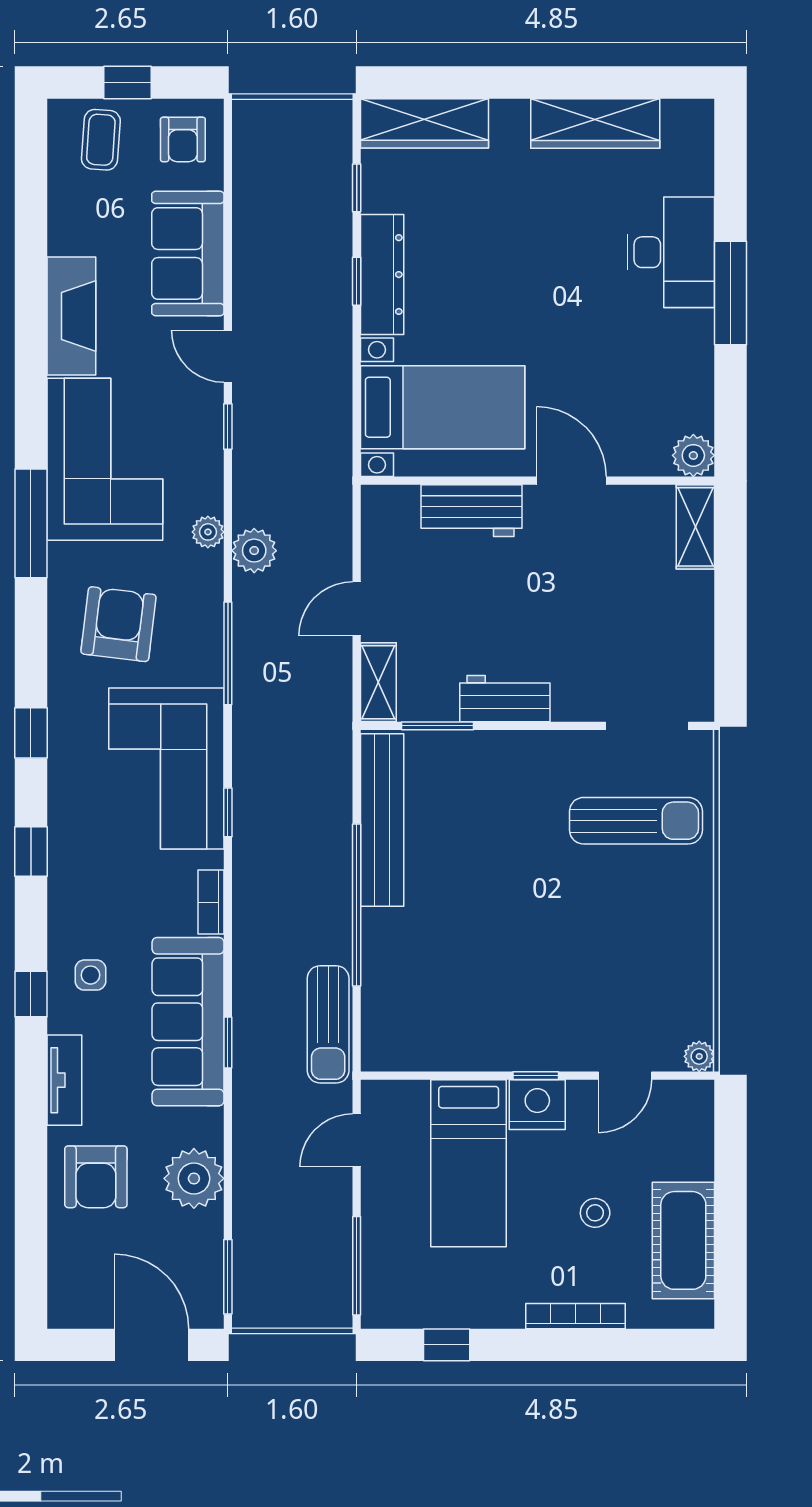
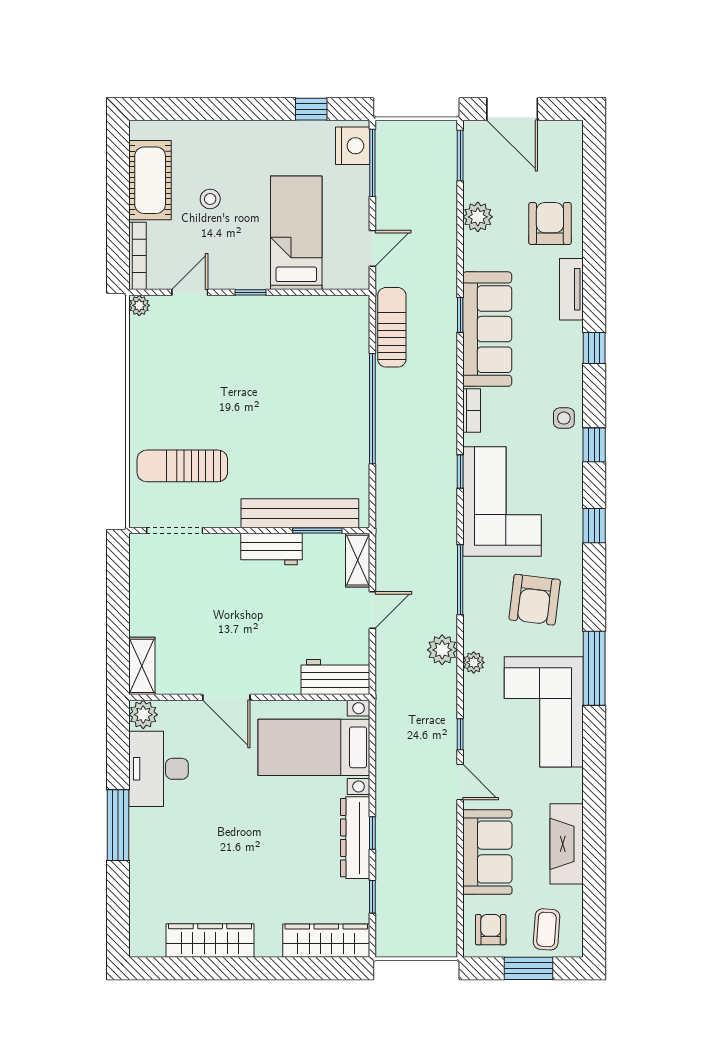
window: (127, 83) -> (528, 968), width x1.50
desk: (671, 252) -> (159, 769), moved
fireplace: (71, 316) -> (567, 844), moved
workbench: (471, 511) -> (335, 677), moved
bench: (382, 820) -> (300, 513), moved, turned 90
side table: (90, 975) -> (564, 418), moved
nightstand: (537, 1105) -> (353, 146), moved, turned -90
plant: (194, 1178) -> (478, 217), width x0.73, depth x0.73
bookcase: (575, 1316) -> (138, 256), moved, turned -90

